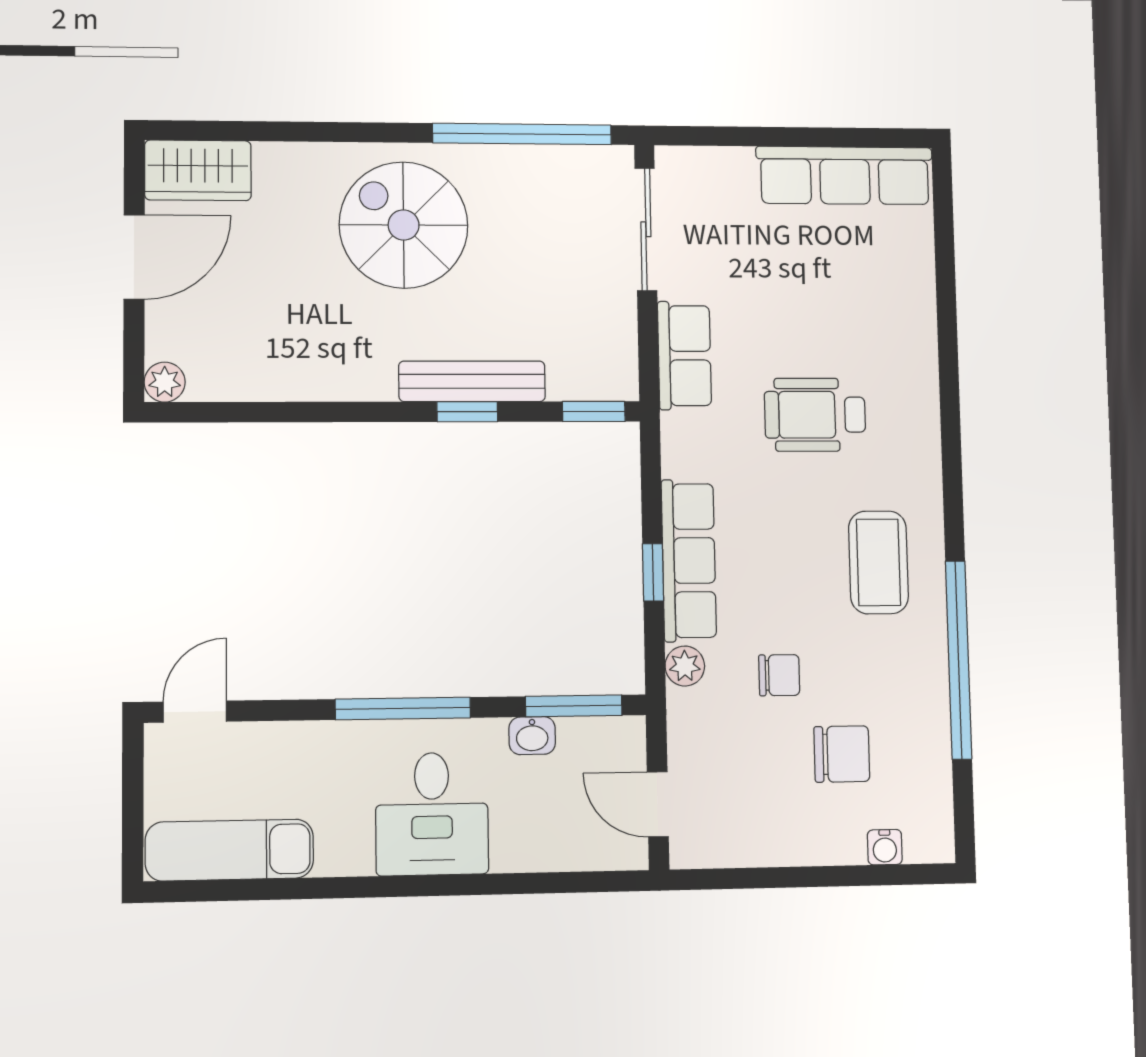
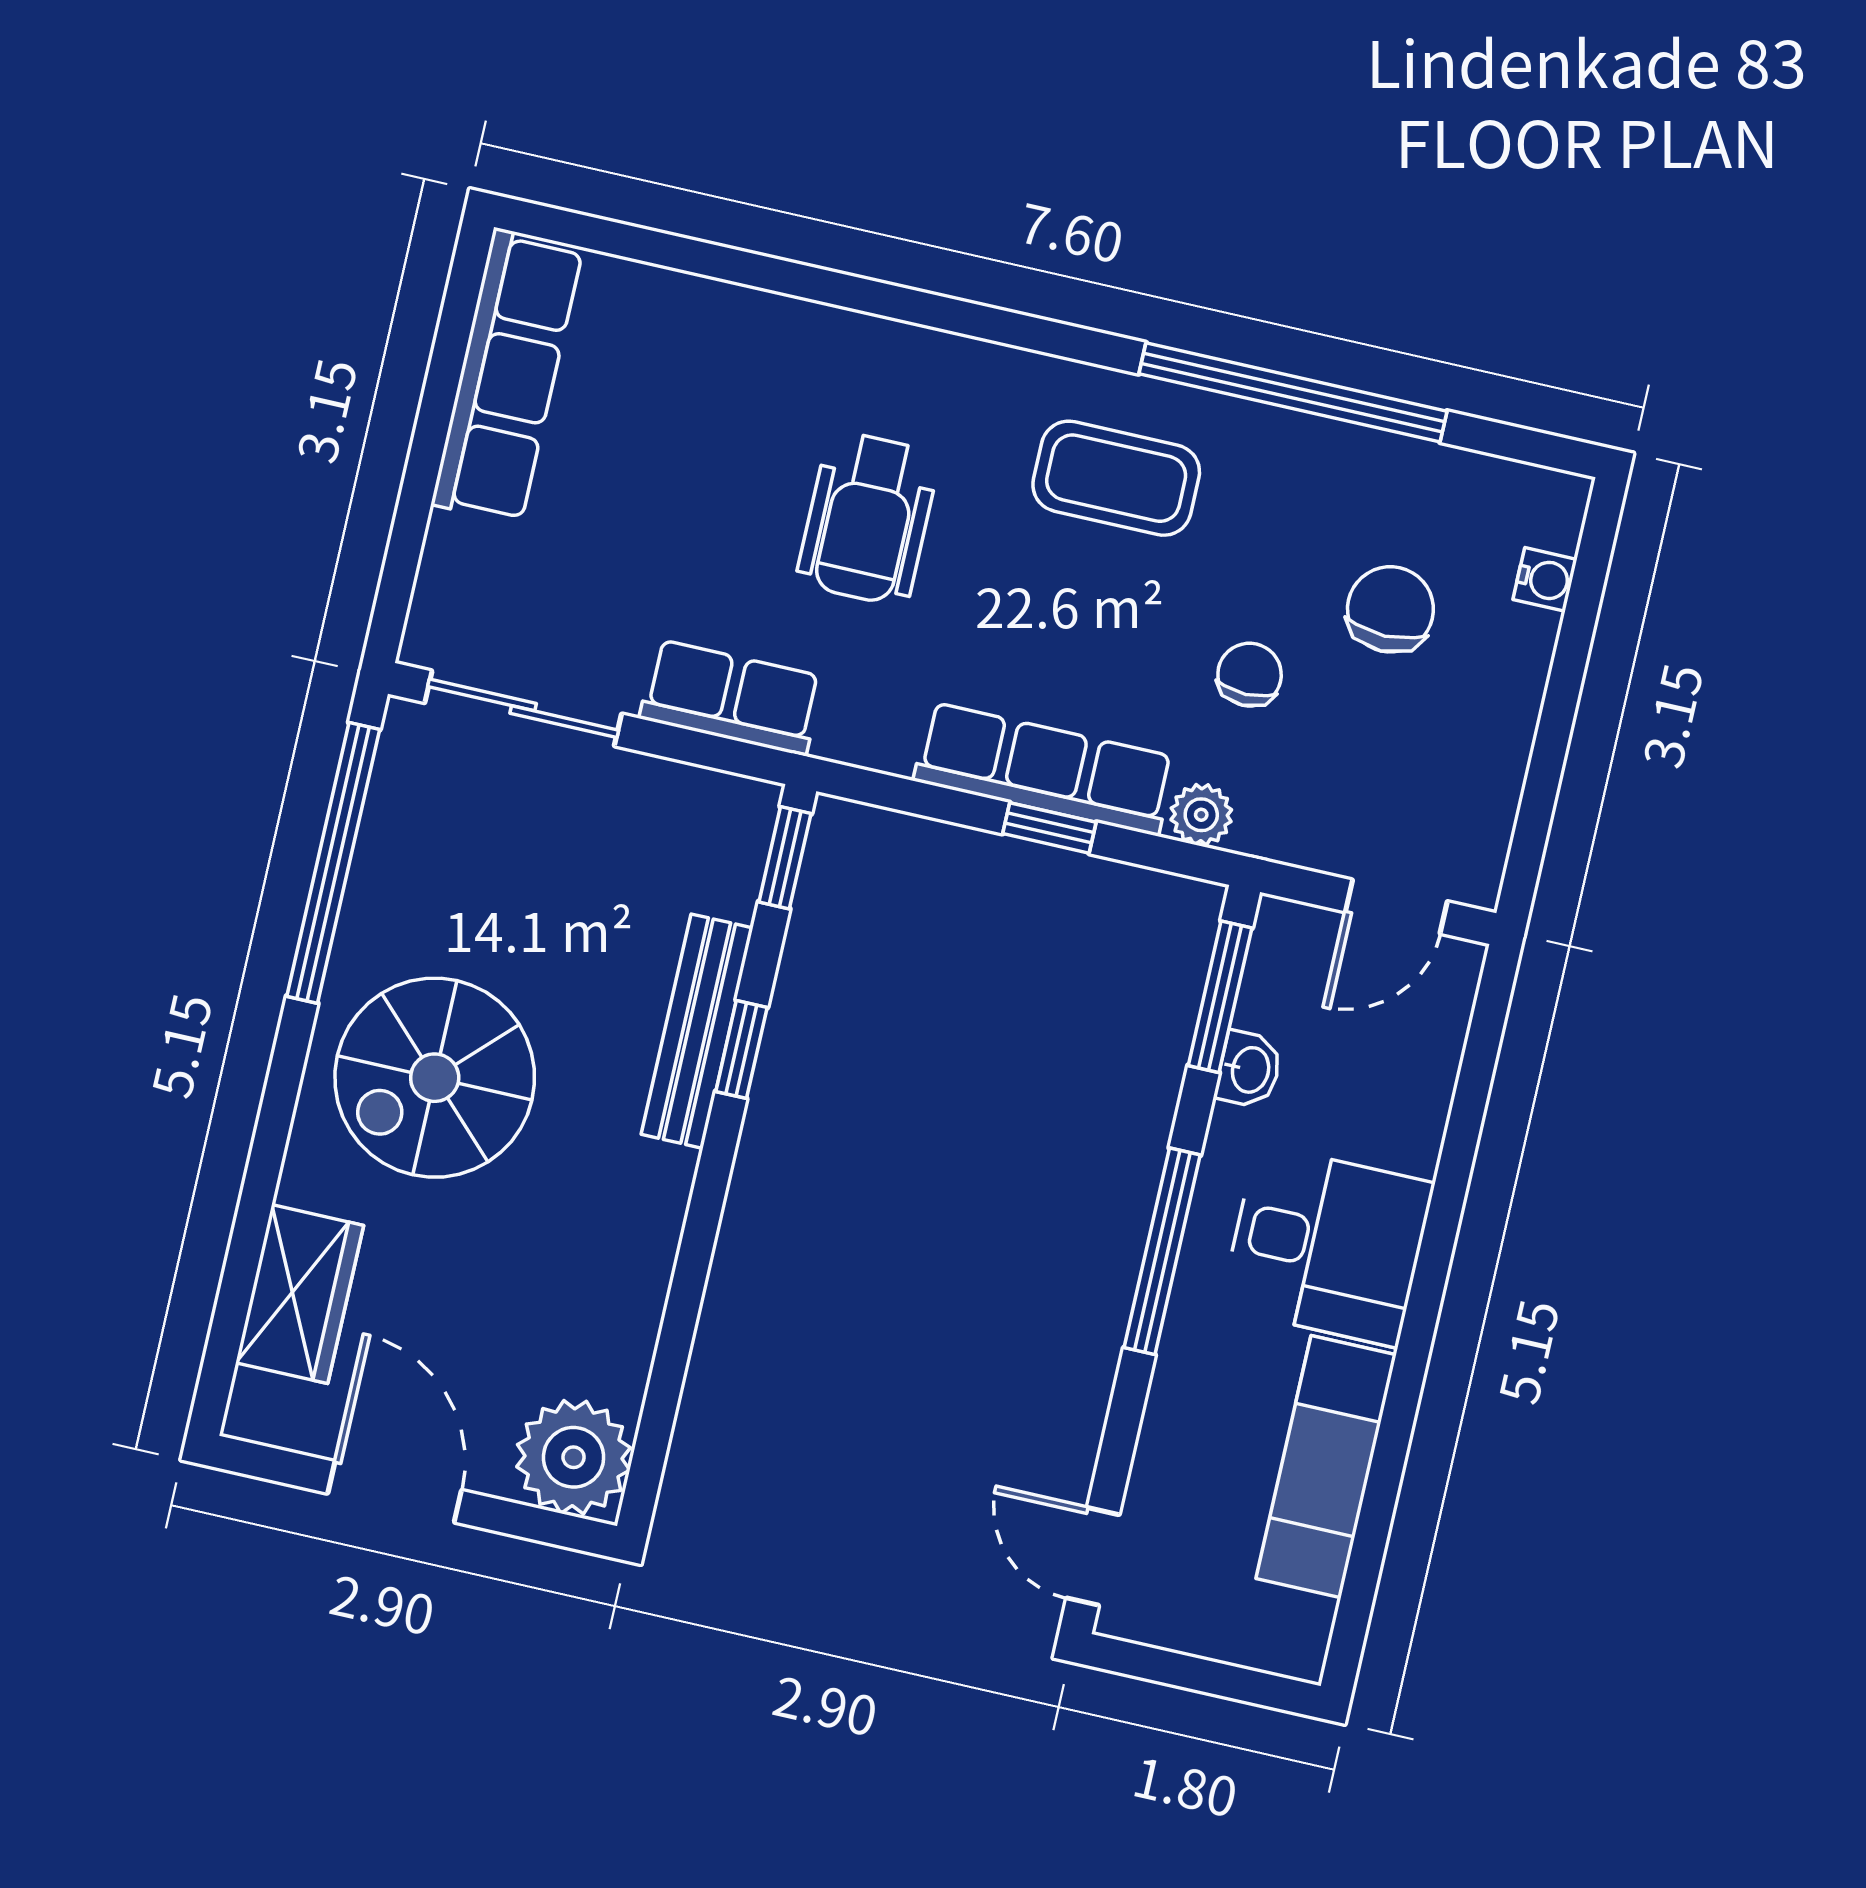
wardrobe: (198, 170) -> (300, 1294), moved
plant: (165, 382) -> (574, 1457), width x1.87, depth x1.87
exam couch: (229, 850) -> (1326, 1467), moved

